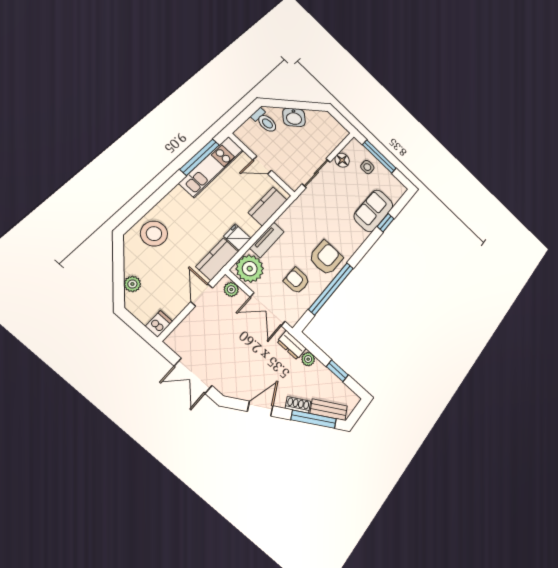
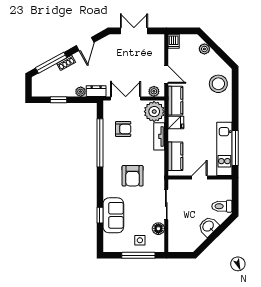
armchair: (326, 258) -> (133, 176), moved
bench: (329, 410) -> (47, 75), removed

